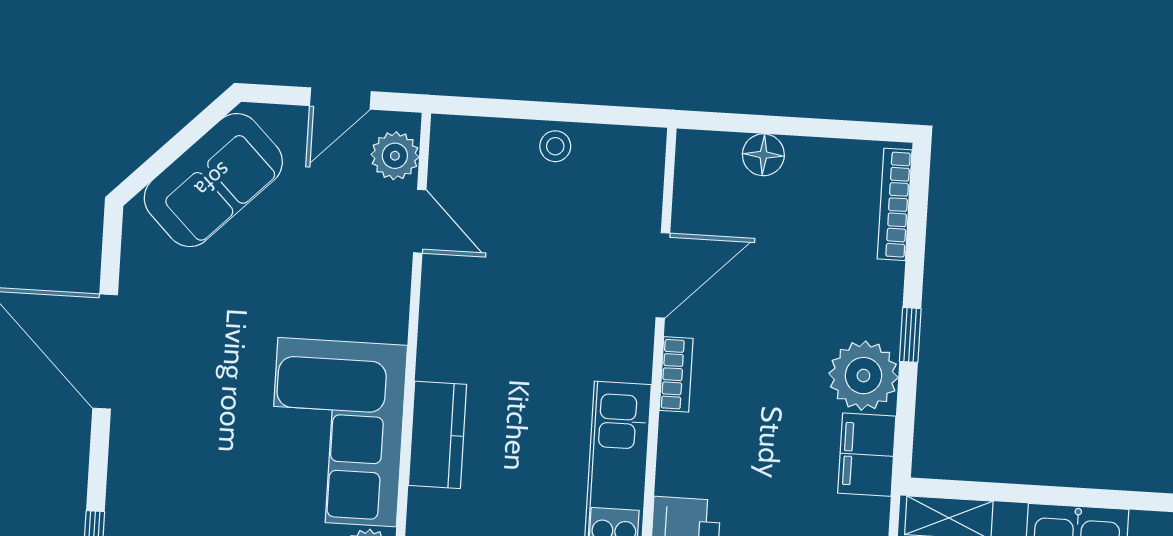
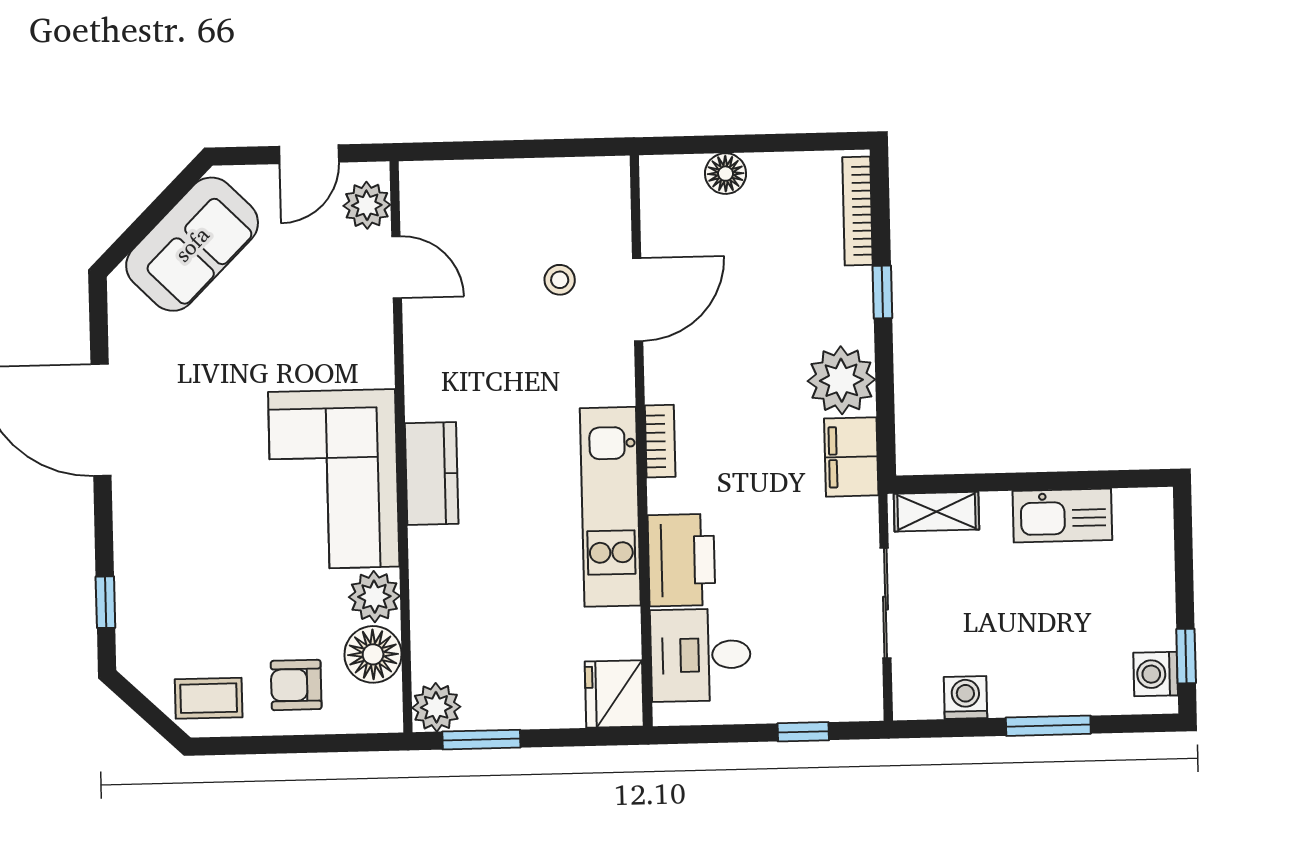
stool: (555, 146) -> (560, 280), moved
window: (910, 335) -> (882, 292), moved
bookcase: (676, 374) -> (660, 441), moved

